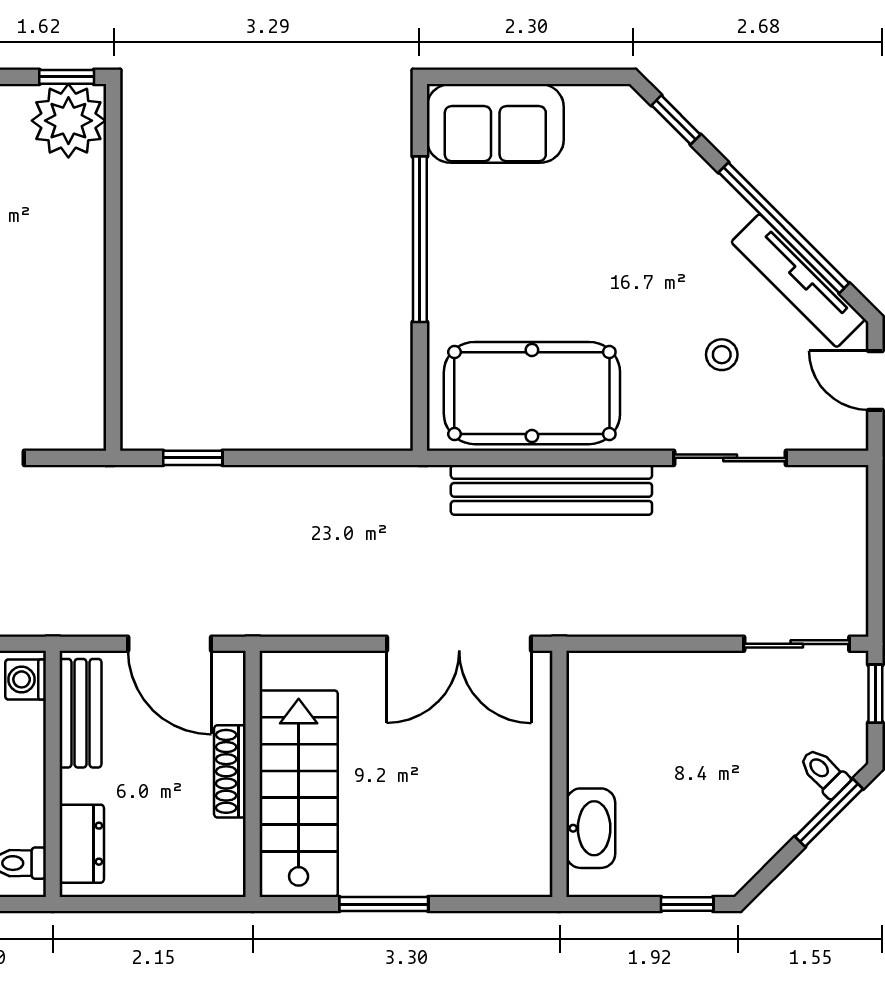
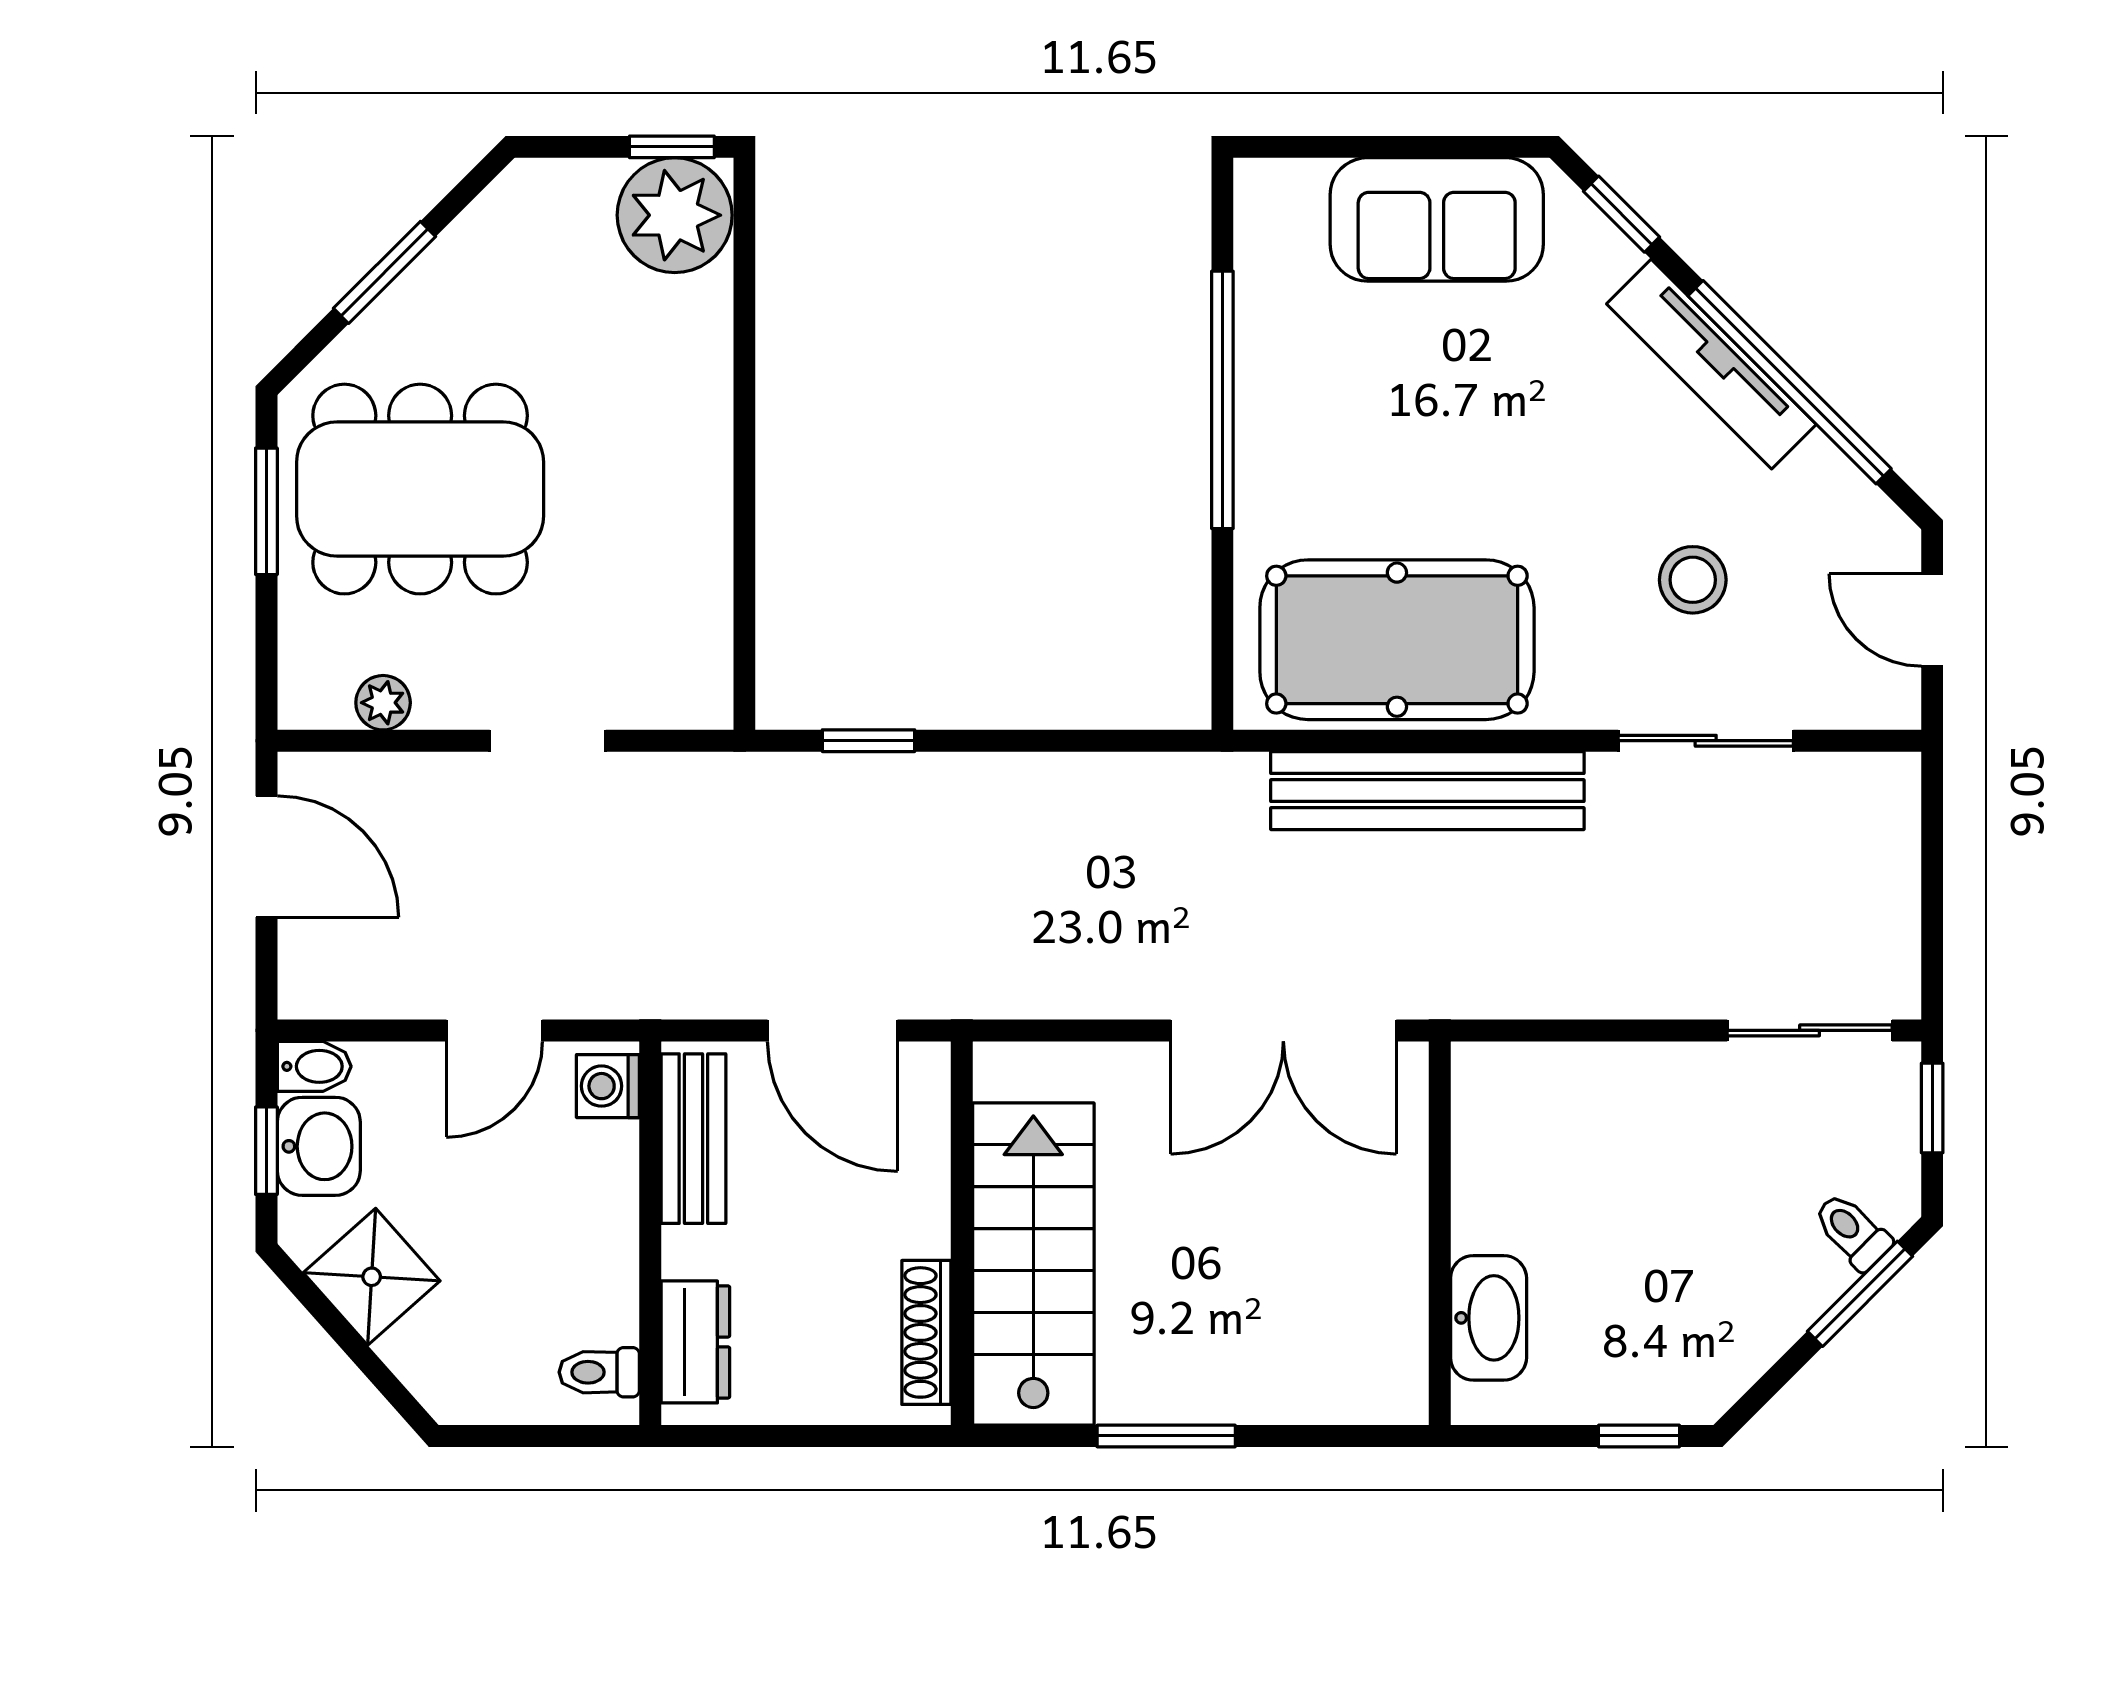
sofa: (495, 123) -> (1437, 219), moved
tv unit: (798, 281) -> (1711, 364), moved
stool: (722, 355) -> (1693, 580), width x1.37, depth x1.37
shoe rack: (230, 771) -> (926, 1332), moved

